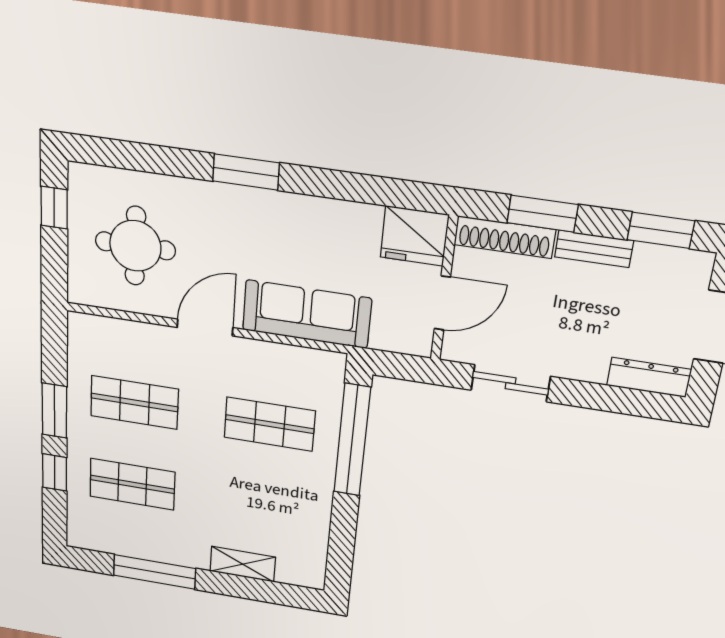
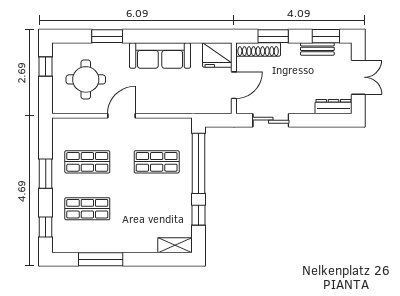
window: (246, 172) -> (107, 36), moved
bench: (594, 249) -> (317, 49), moved
sofa: (307, 314) -> (160, 55), moved, turned 180
window: (55, 472) -> (46, 227), moved
window: (343, 530) -> (198, 215), added
shelving: (243, 564) -> (175, 245), moved

